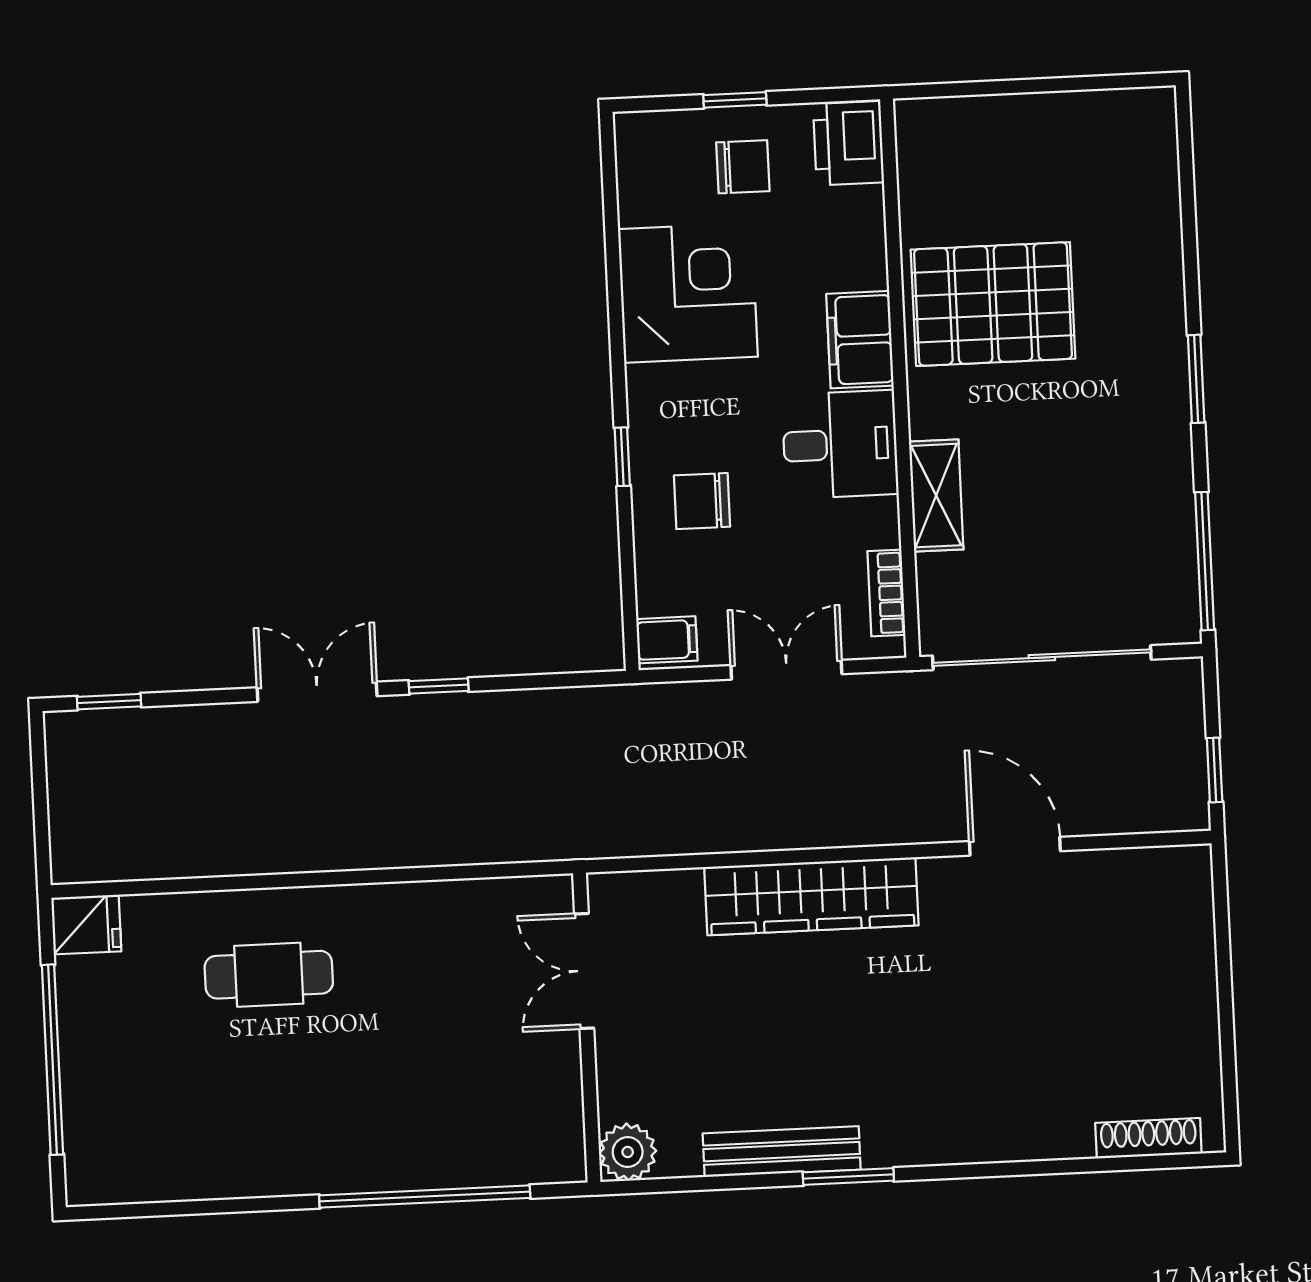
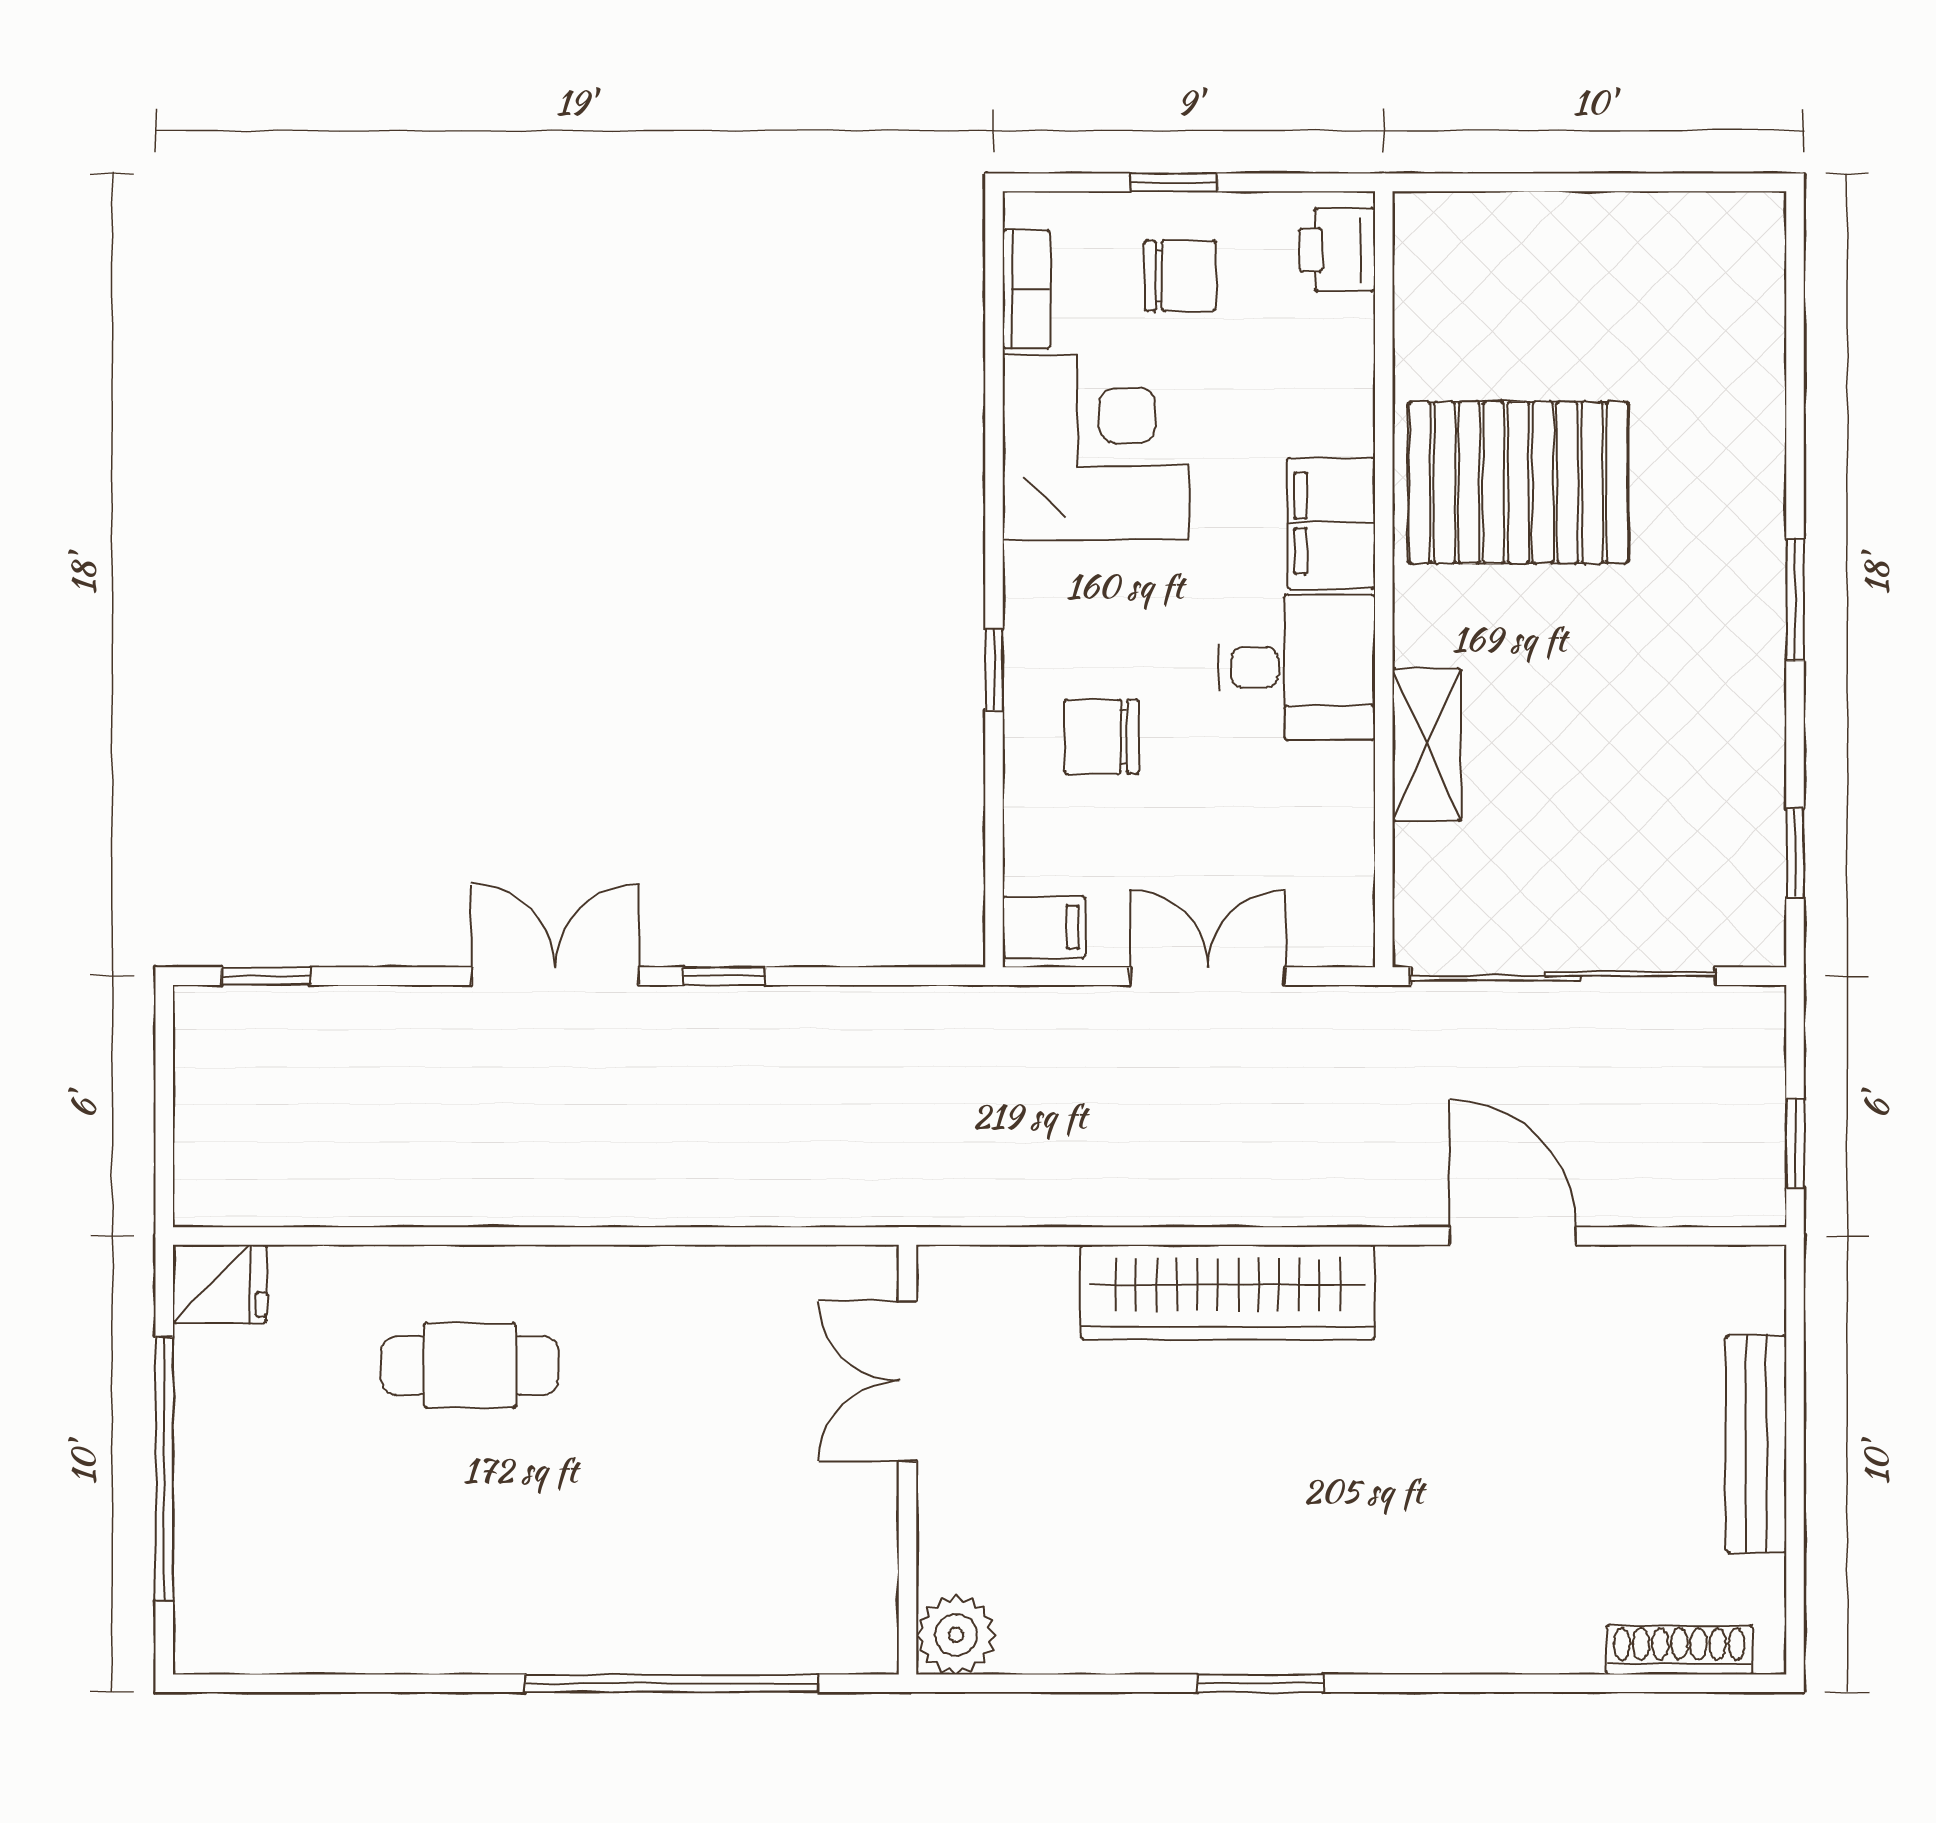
printer: (848, 143) -> (1337, 250), width x0.73, depth x0.81
window: (1205, 561) -> (1795, 853), width x0.46
bookcase: (886, 593) -> (1026, 289), moved, turned 180
bench: (782, 1152) -> (1756, 1444), moved, turned 90

